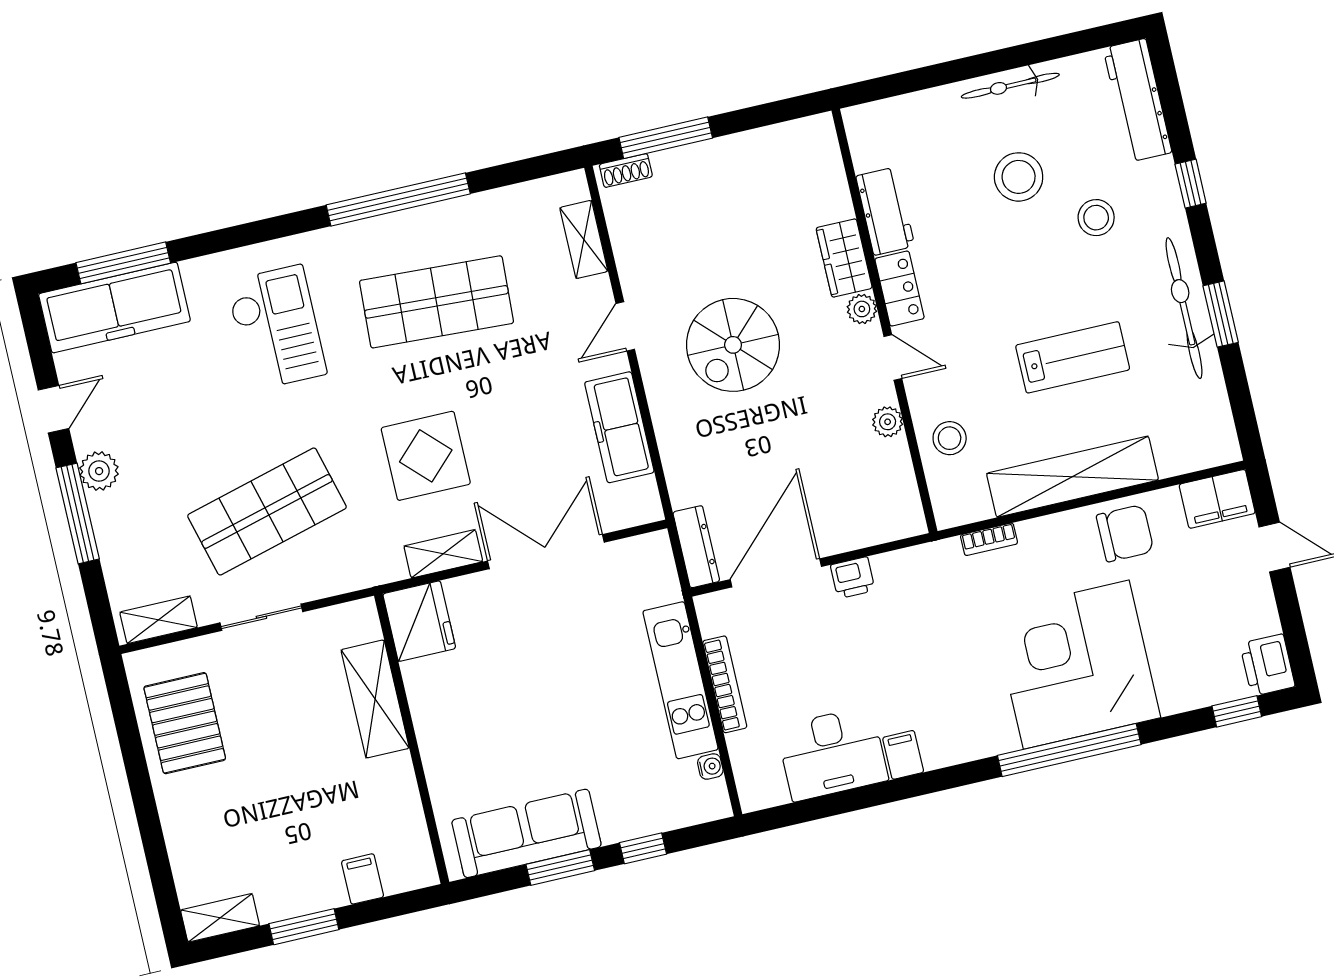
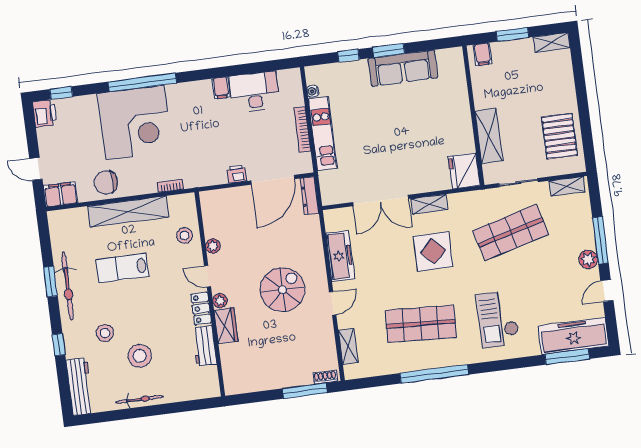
fridge: (419, 621) -> (464, 171), moved
shelving: (375, 699) -> (489, 136), moved
wall: (412, 739) -> (473, 116), moved

